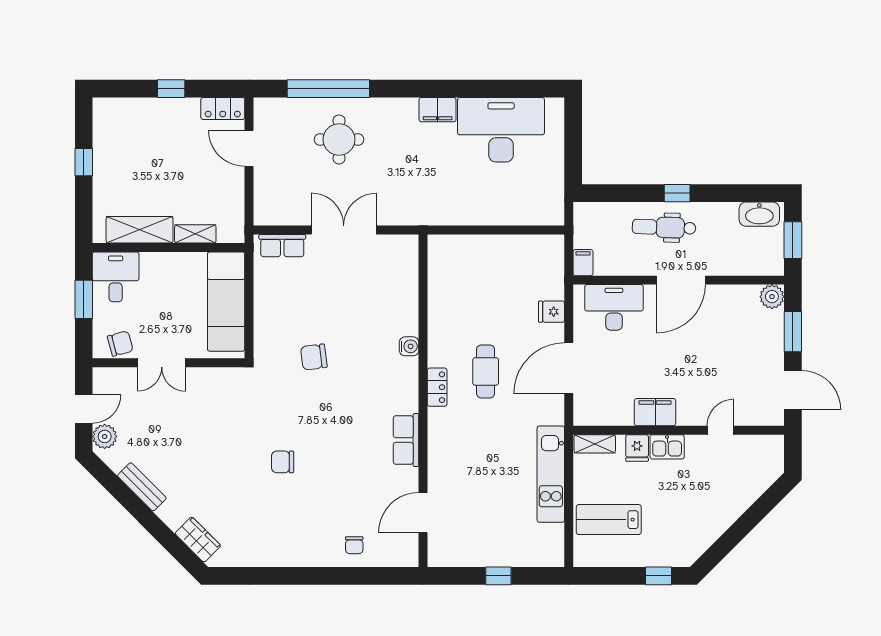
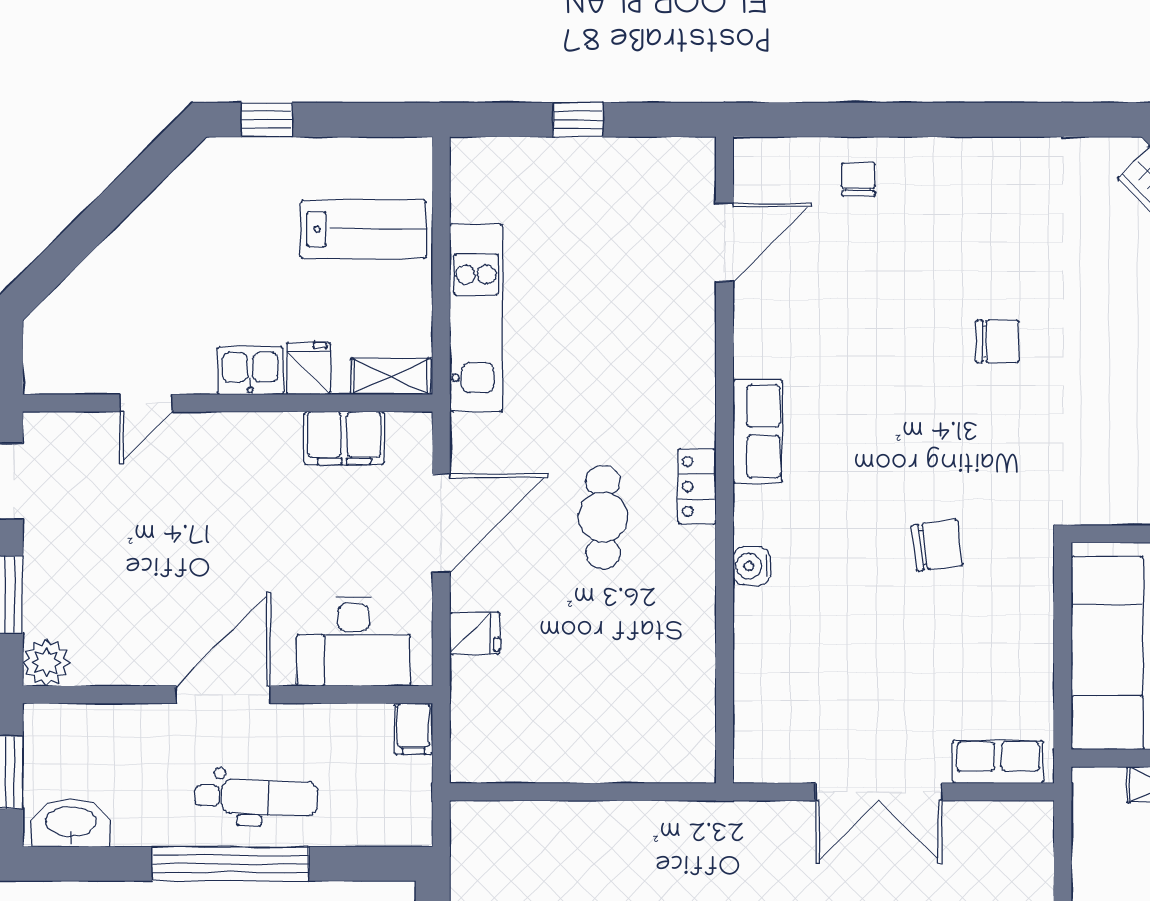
window: (677, 193) -> (231, 864), width x3.17
filing cabinet: (655, 412) -> (344, 438), moved
row of seats: (406, 440) -> (758, 431), moved

